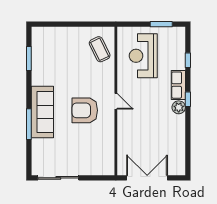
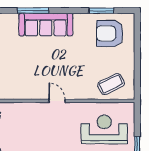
door: (116, 101) -> (57, 101), swing flipped
armchair: (85, 110) -> (110, 33), moved, turned -90

